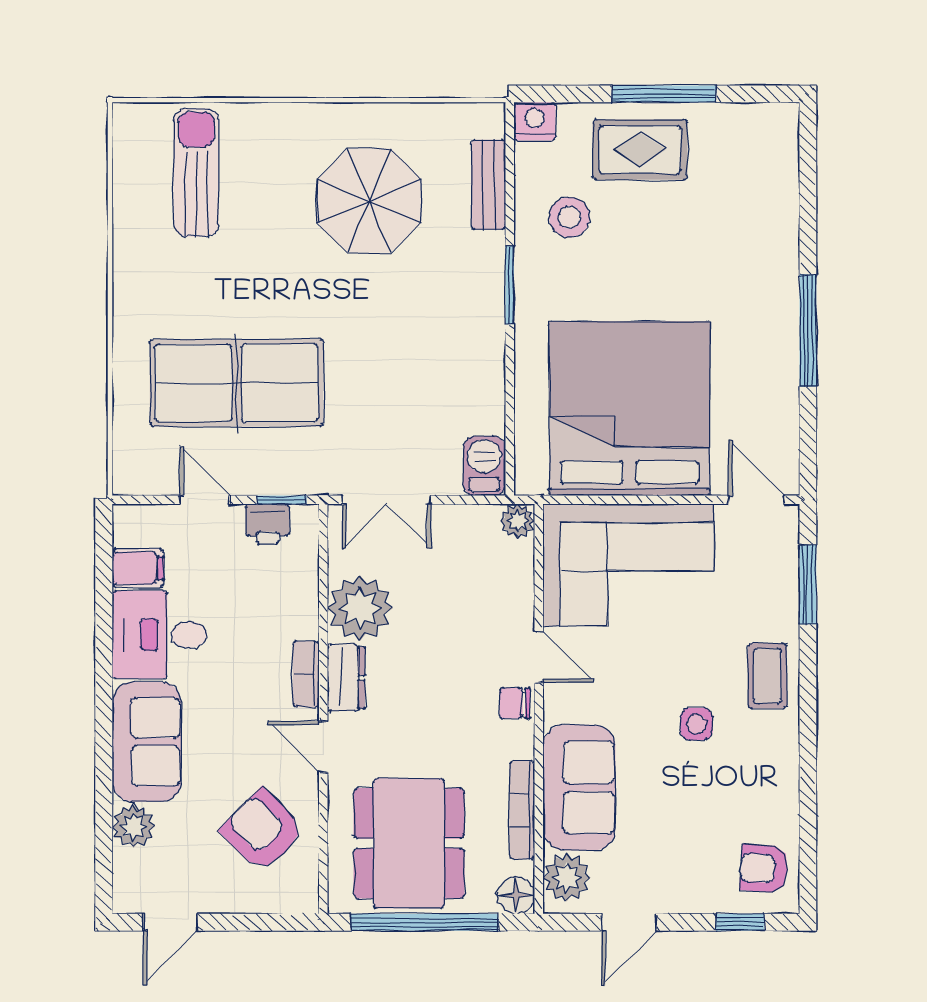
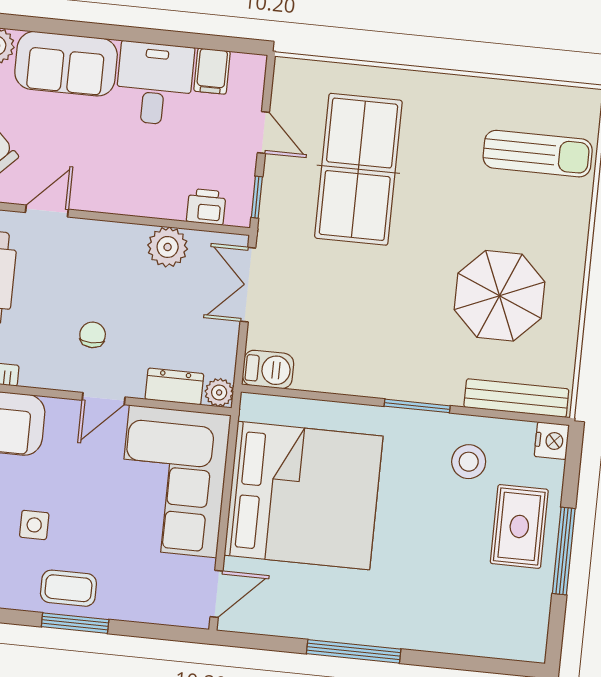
bench: (488, 185) -> (516, 398), width x1.36
door: (204, 500) -> (263, 132), hinge flipped
printer: (268, 524) -> (206, 207), moved, turned 90
window: (808, 585) -> (75, 623), moved
plant: (360, 608) -> (168, 247), width x0.73, depth x0.73
bookcase: (306, 674) -> (109, 203), removed
dresser: (346, 678) -> (174, 386), moved, turned 180
chair: (515, 703) -> (93, 335), moved

